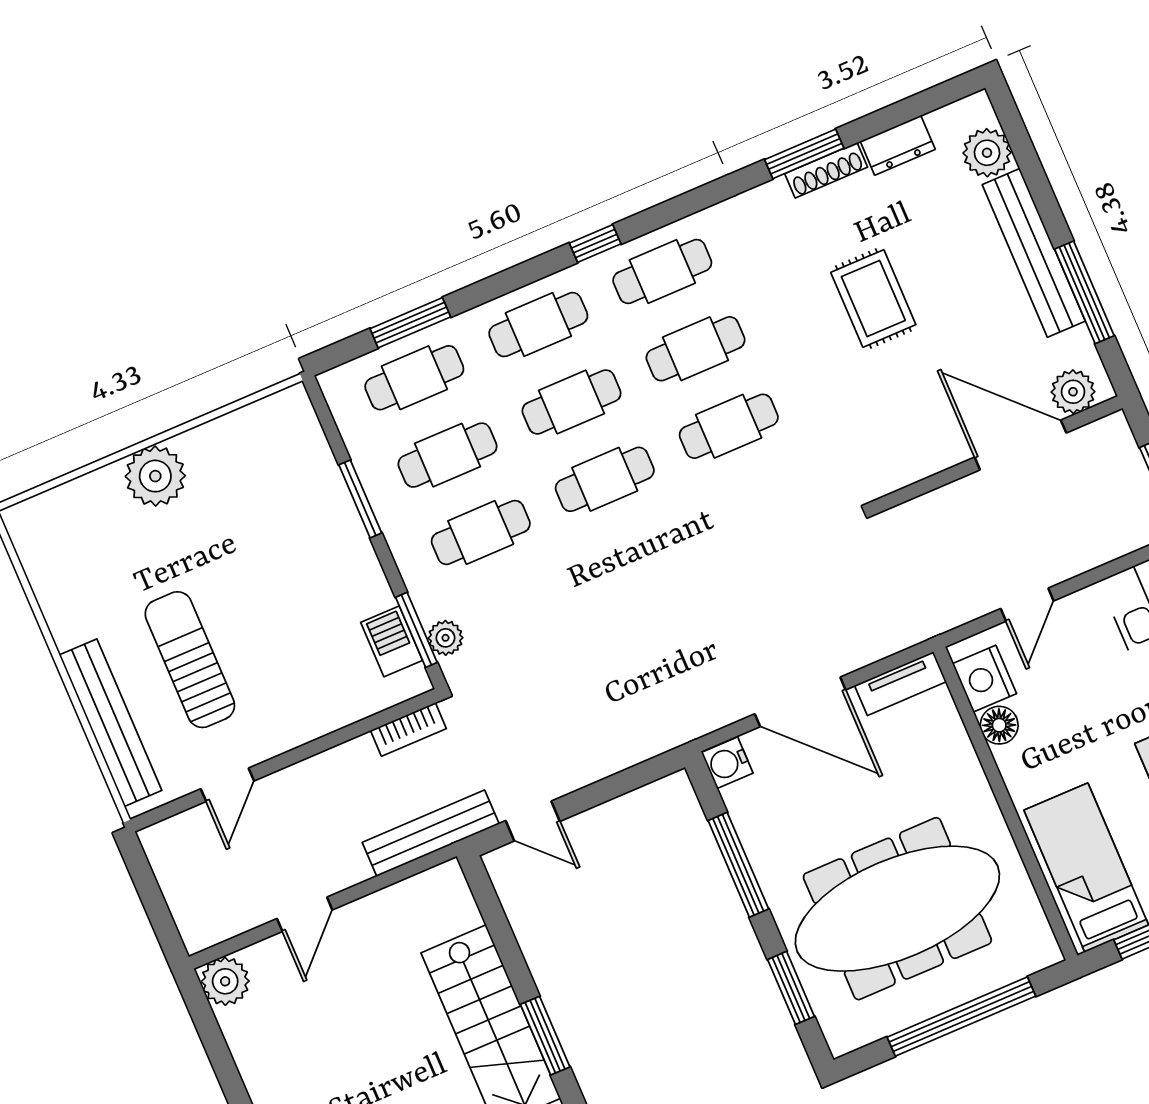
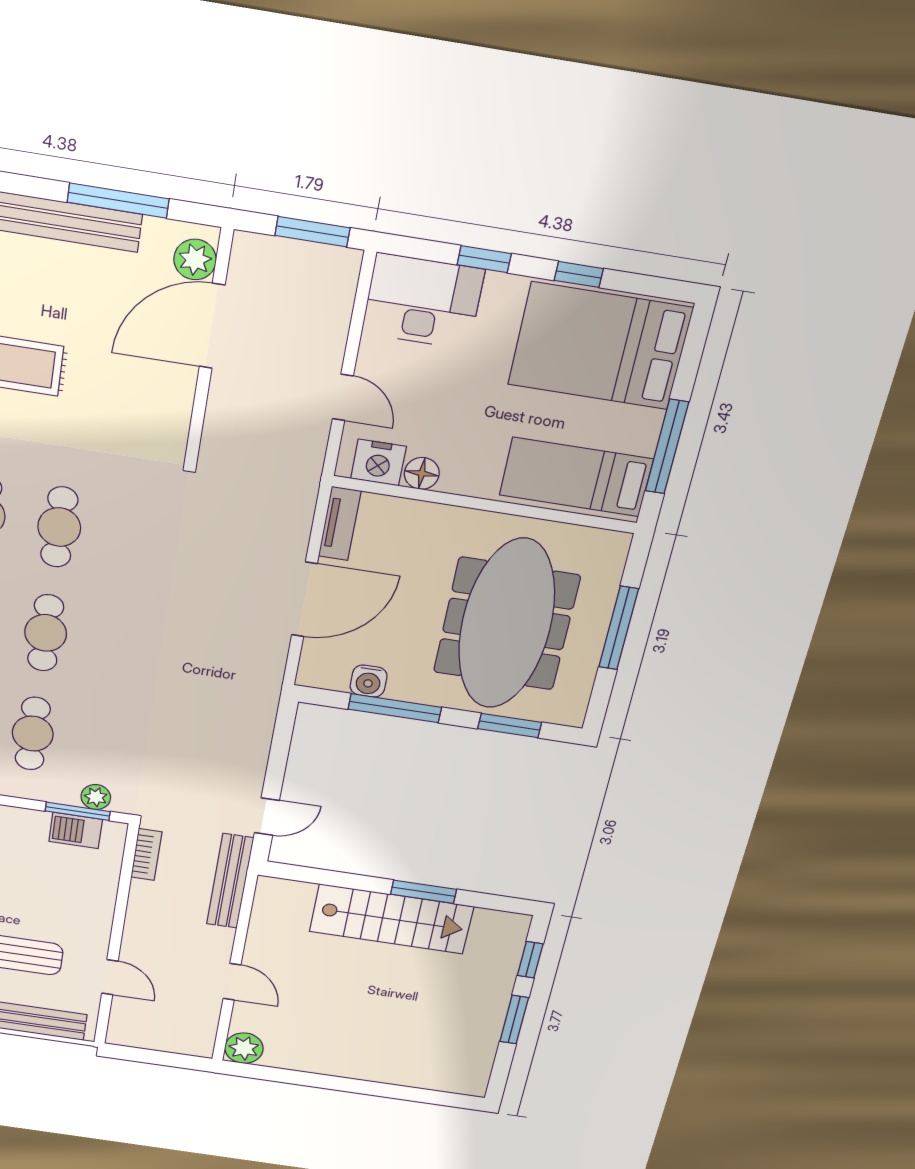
water cooler: (727, 763) -> (369, 681), moved
window: (961, 1017) -> (619, 628), width x0.68

